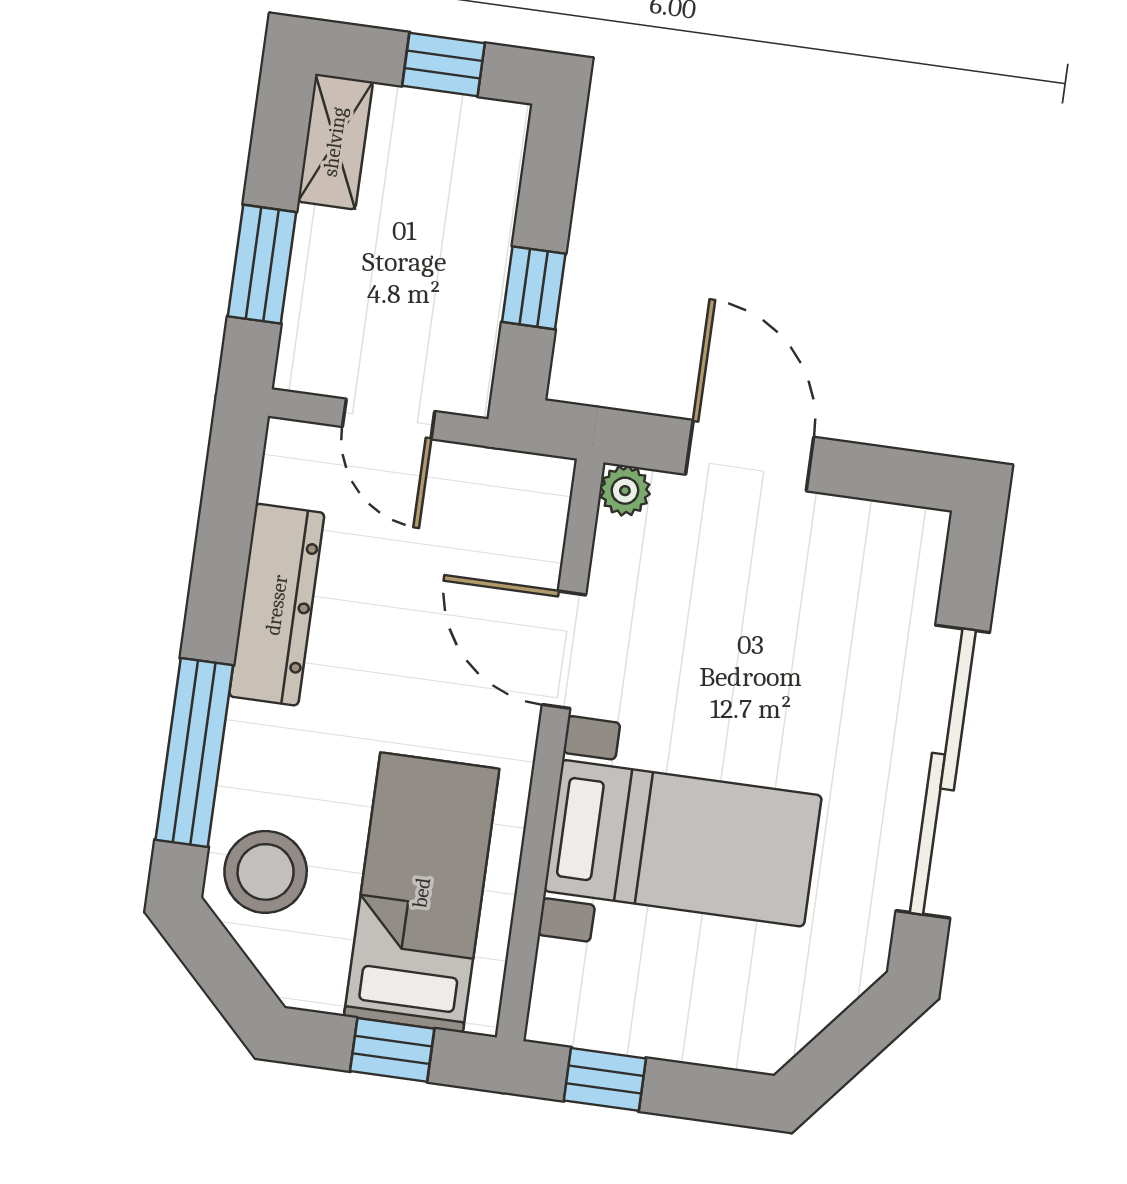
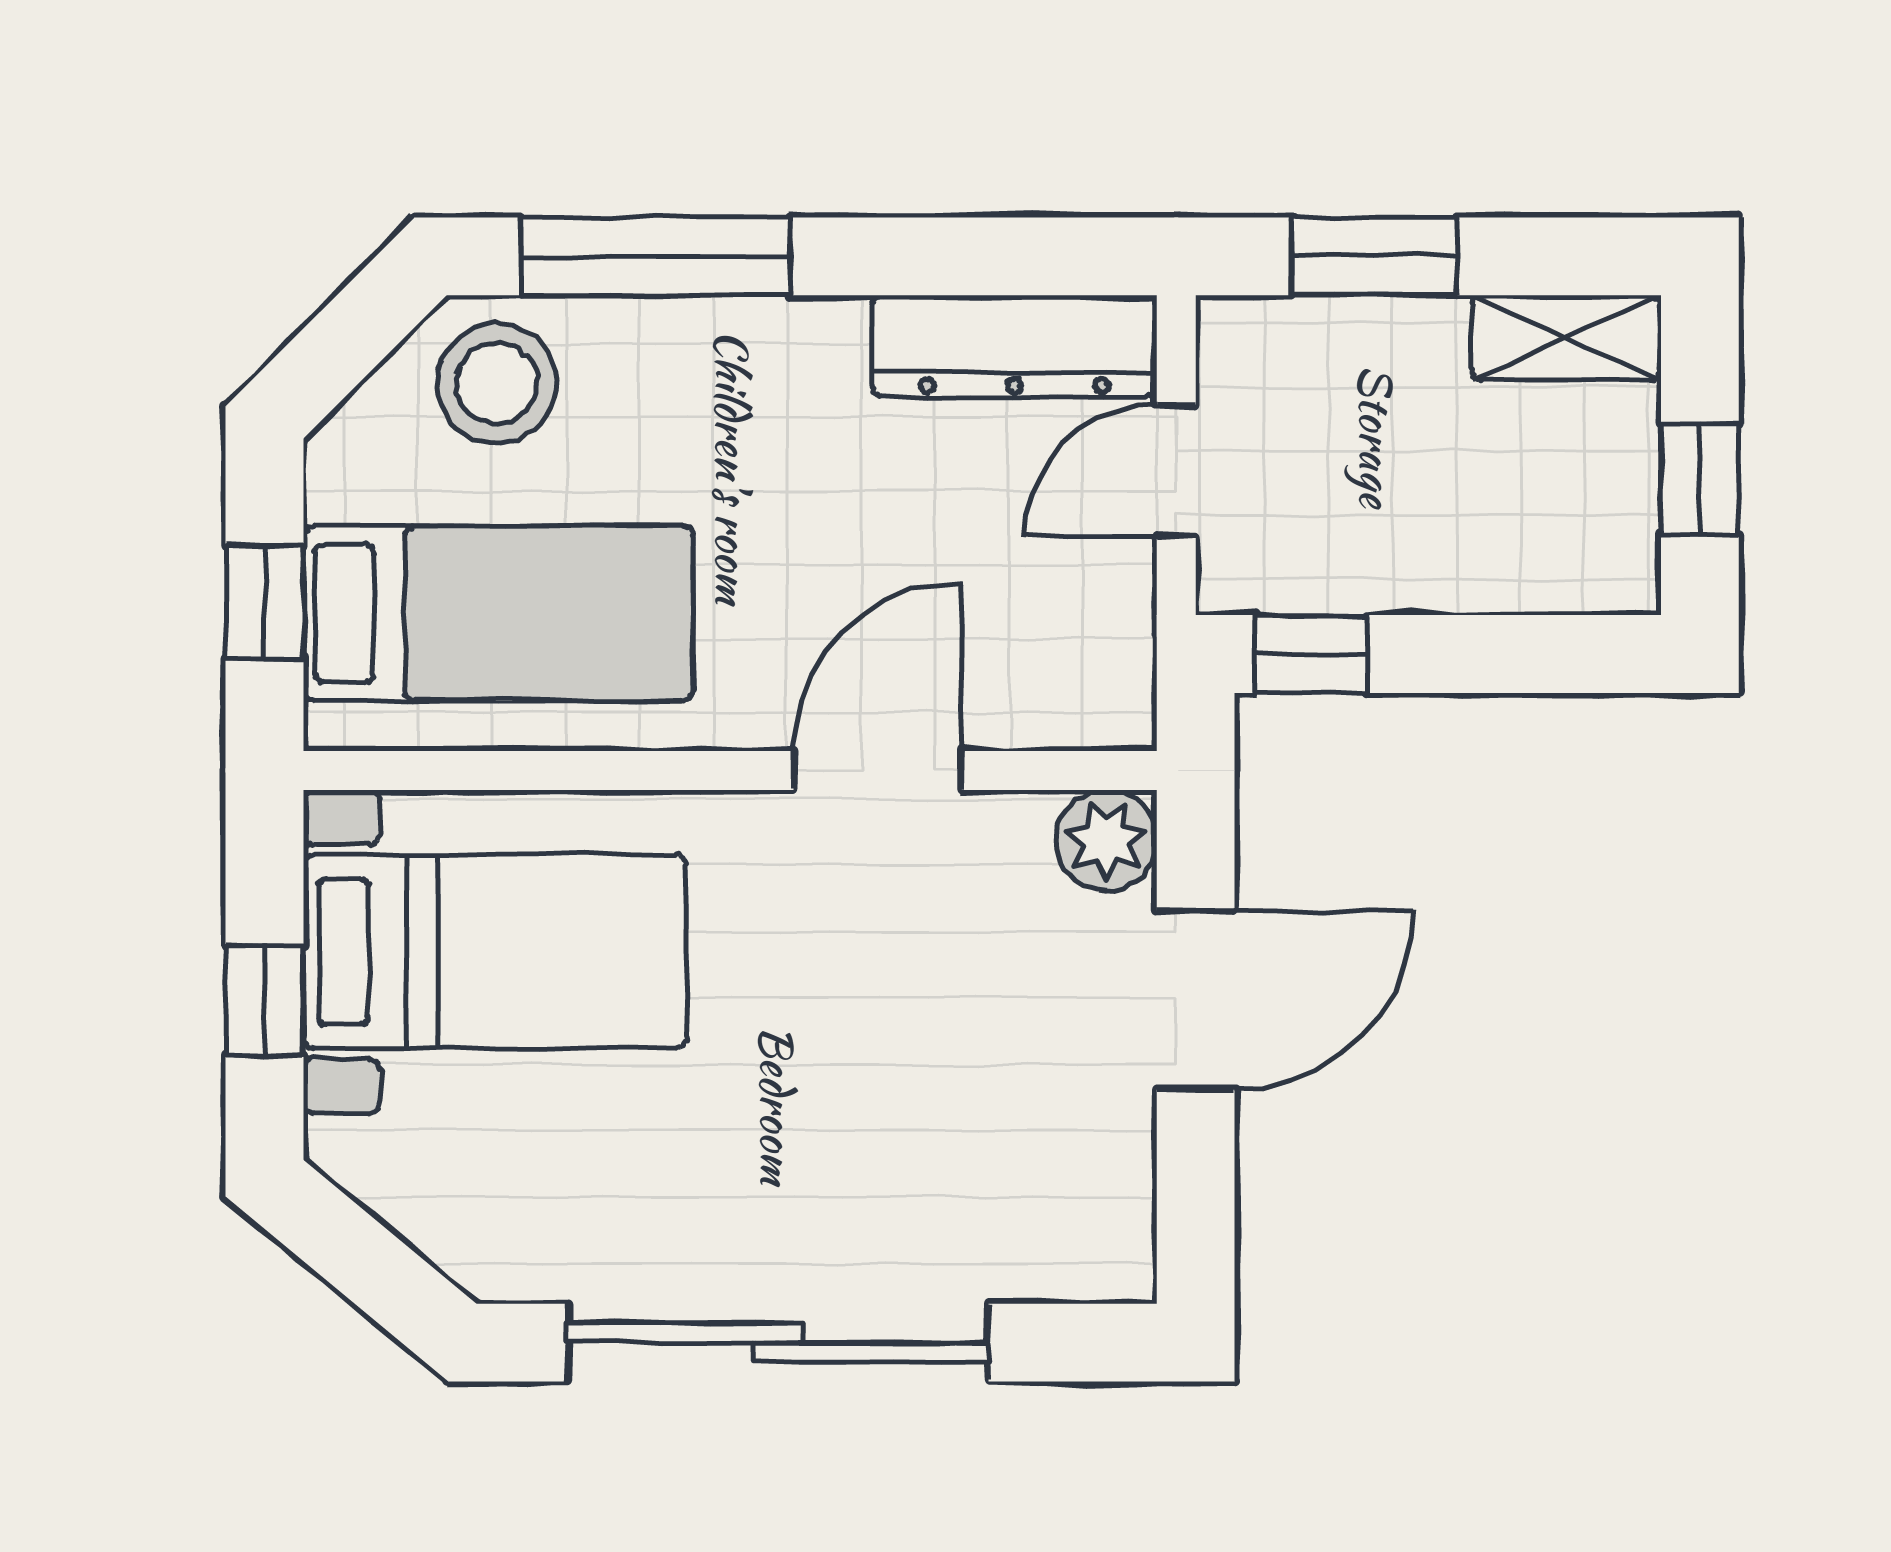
window: (534, 288) -> (1311, 654), moved
plant: (625, 491) -> (1106, 840), width x1.38, depth x1.38
dresser: (277, 605) -> (1014, 346), moved
bed with nightstands: (683, 843) -> (495, 952), moved, turned -90
window: (605, 1079) -> (265, 1000), moved

